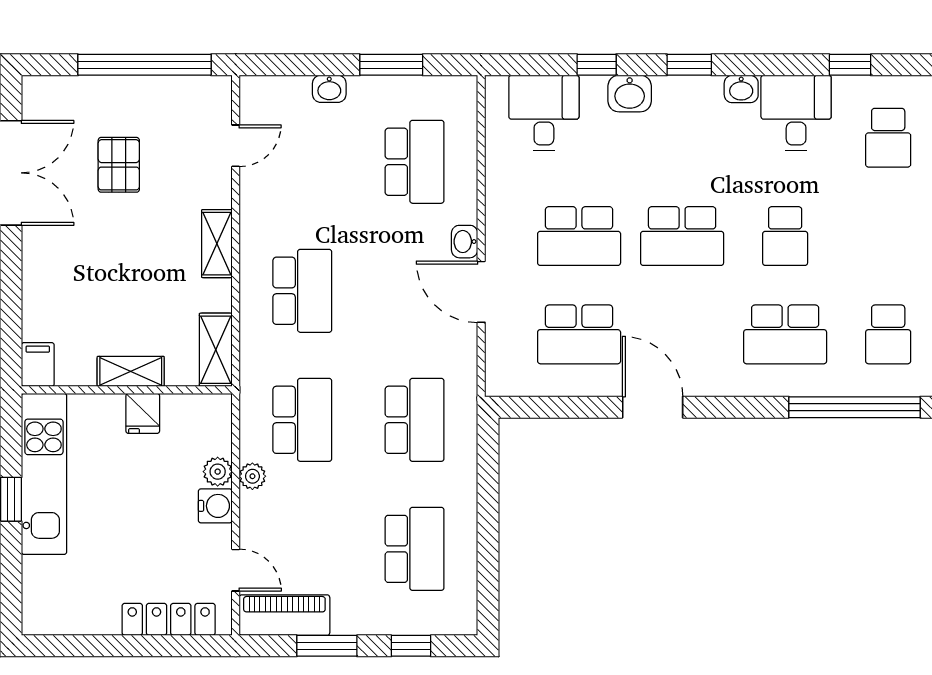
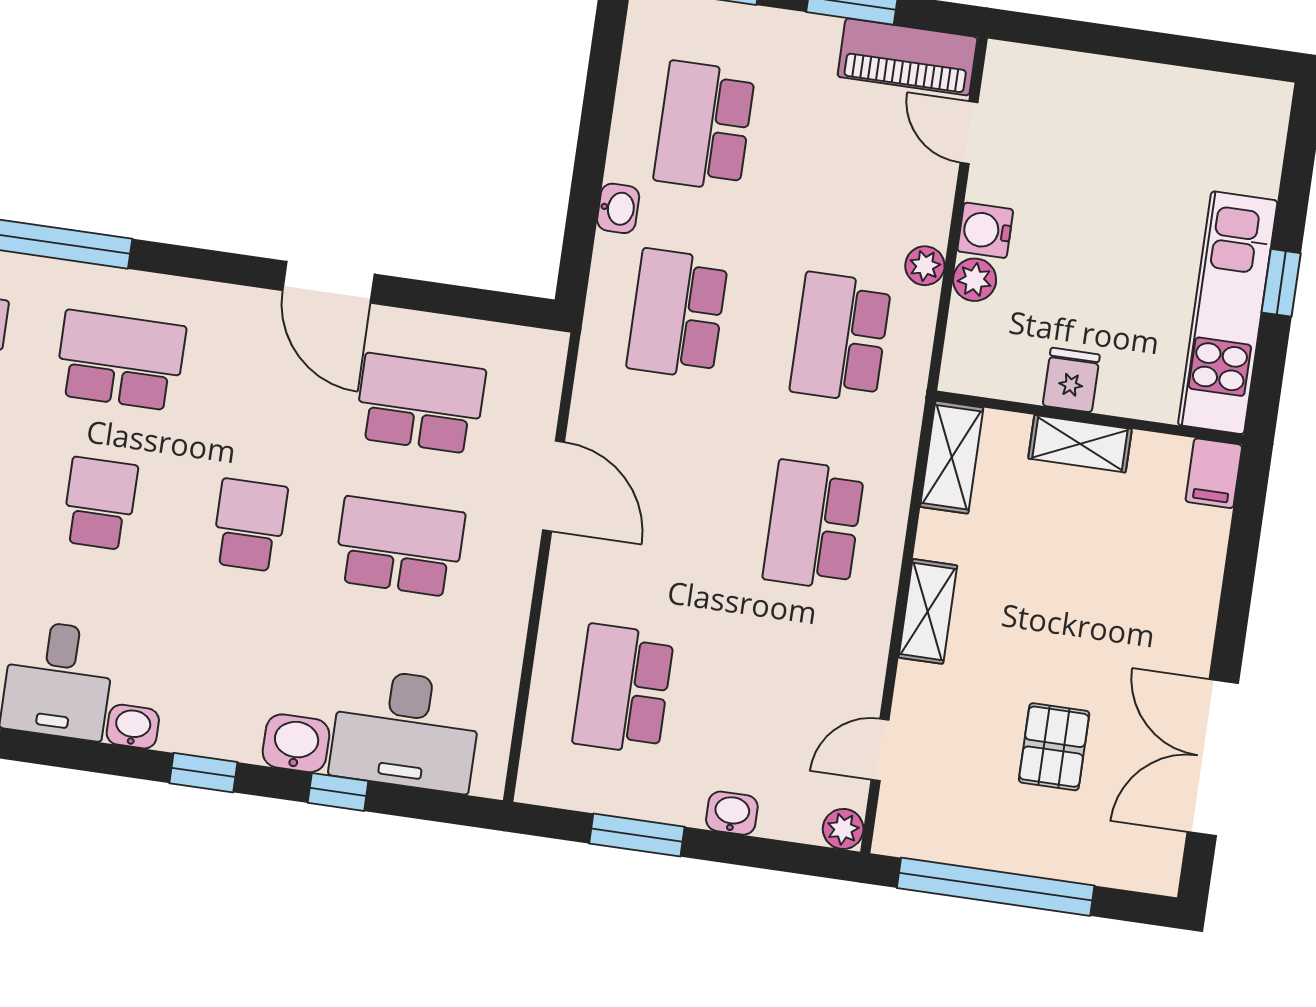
plant: (253, 89) -> (843, 829), added
desk: (544, 113) -> (406, 730), width x1.37
school desk: (682, 236) -> (250, 525), width x0.54
washbasin: (465, 242) -> (618, 208), moved
locker: (169, 619) -> (1077, 75), removed

